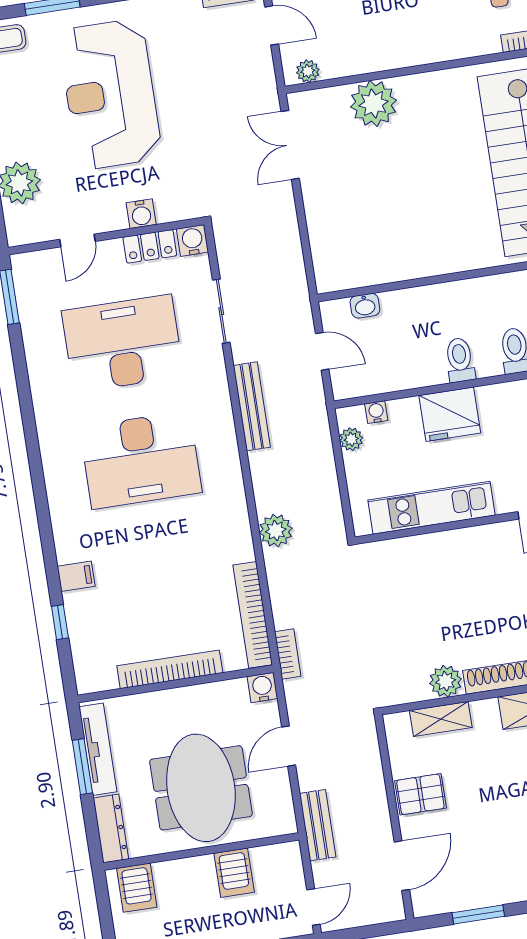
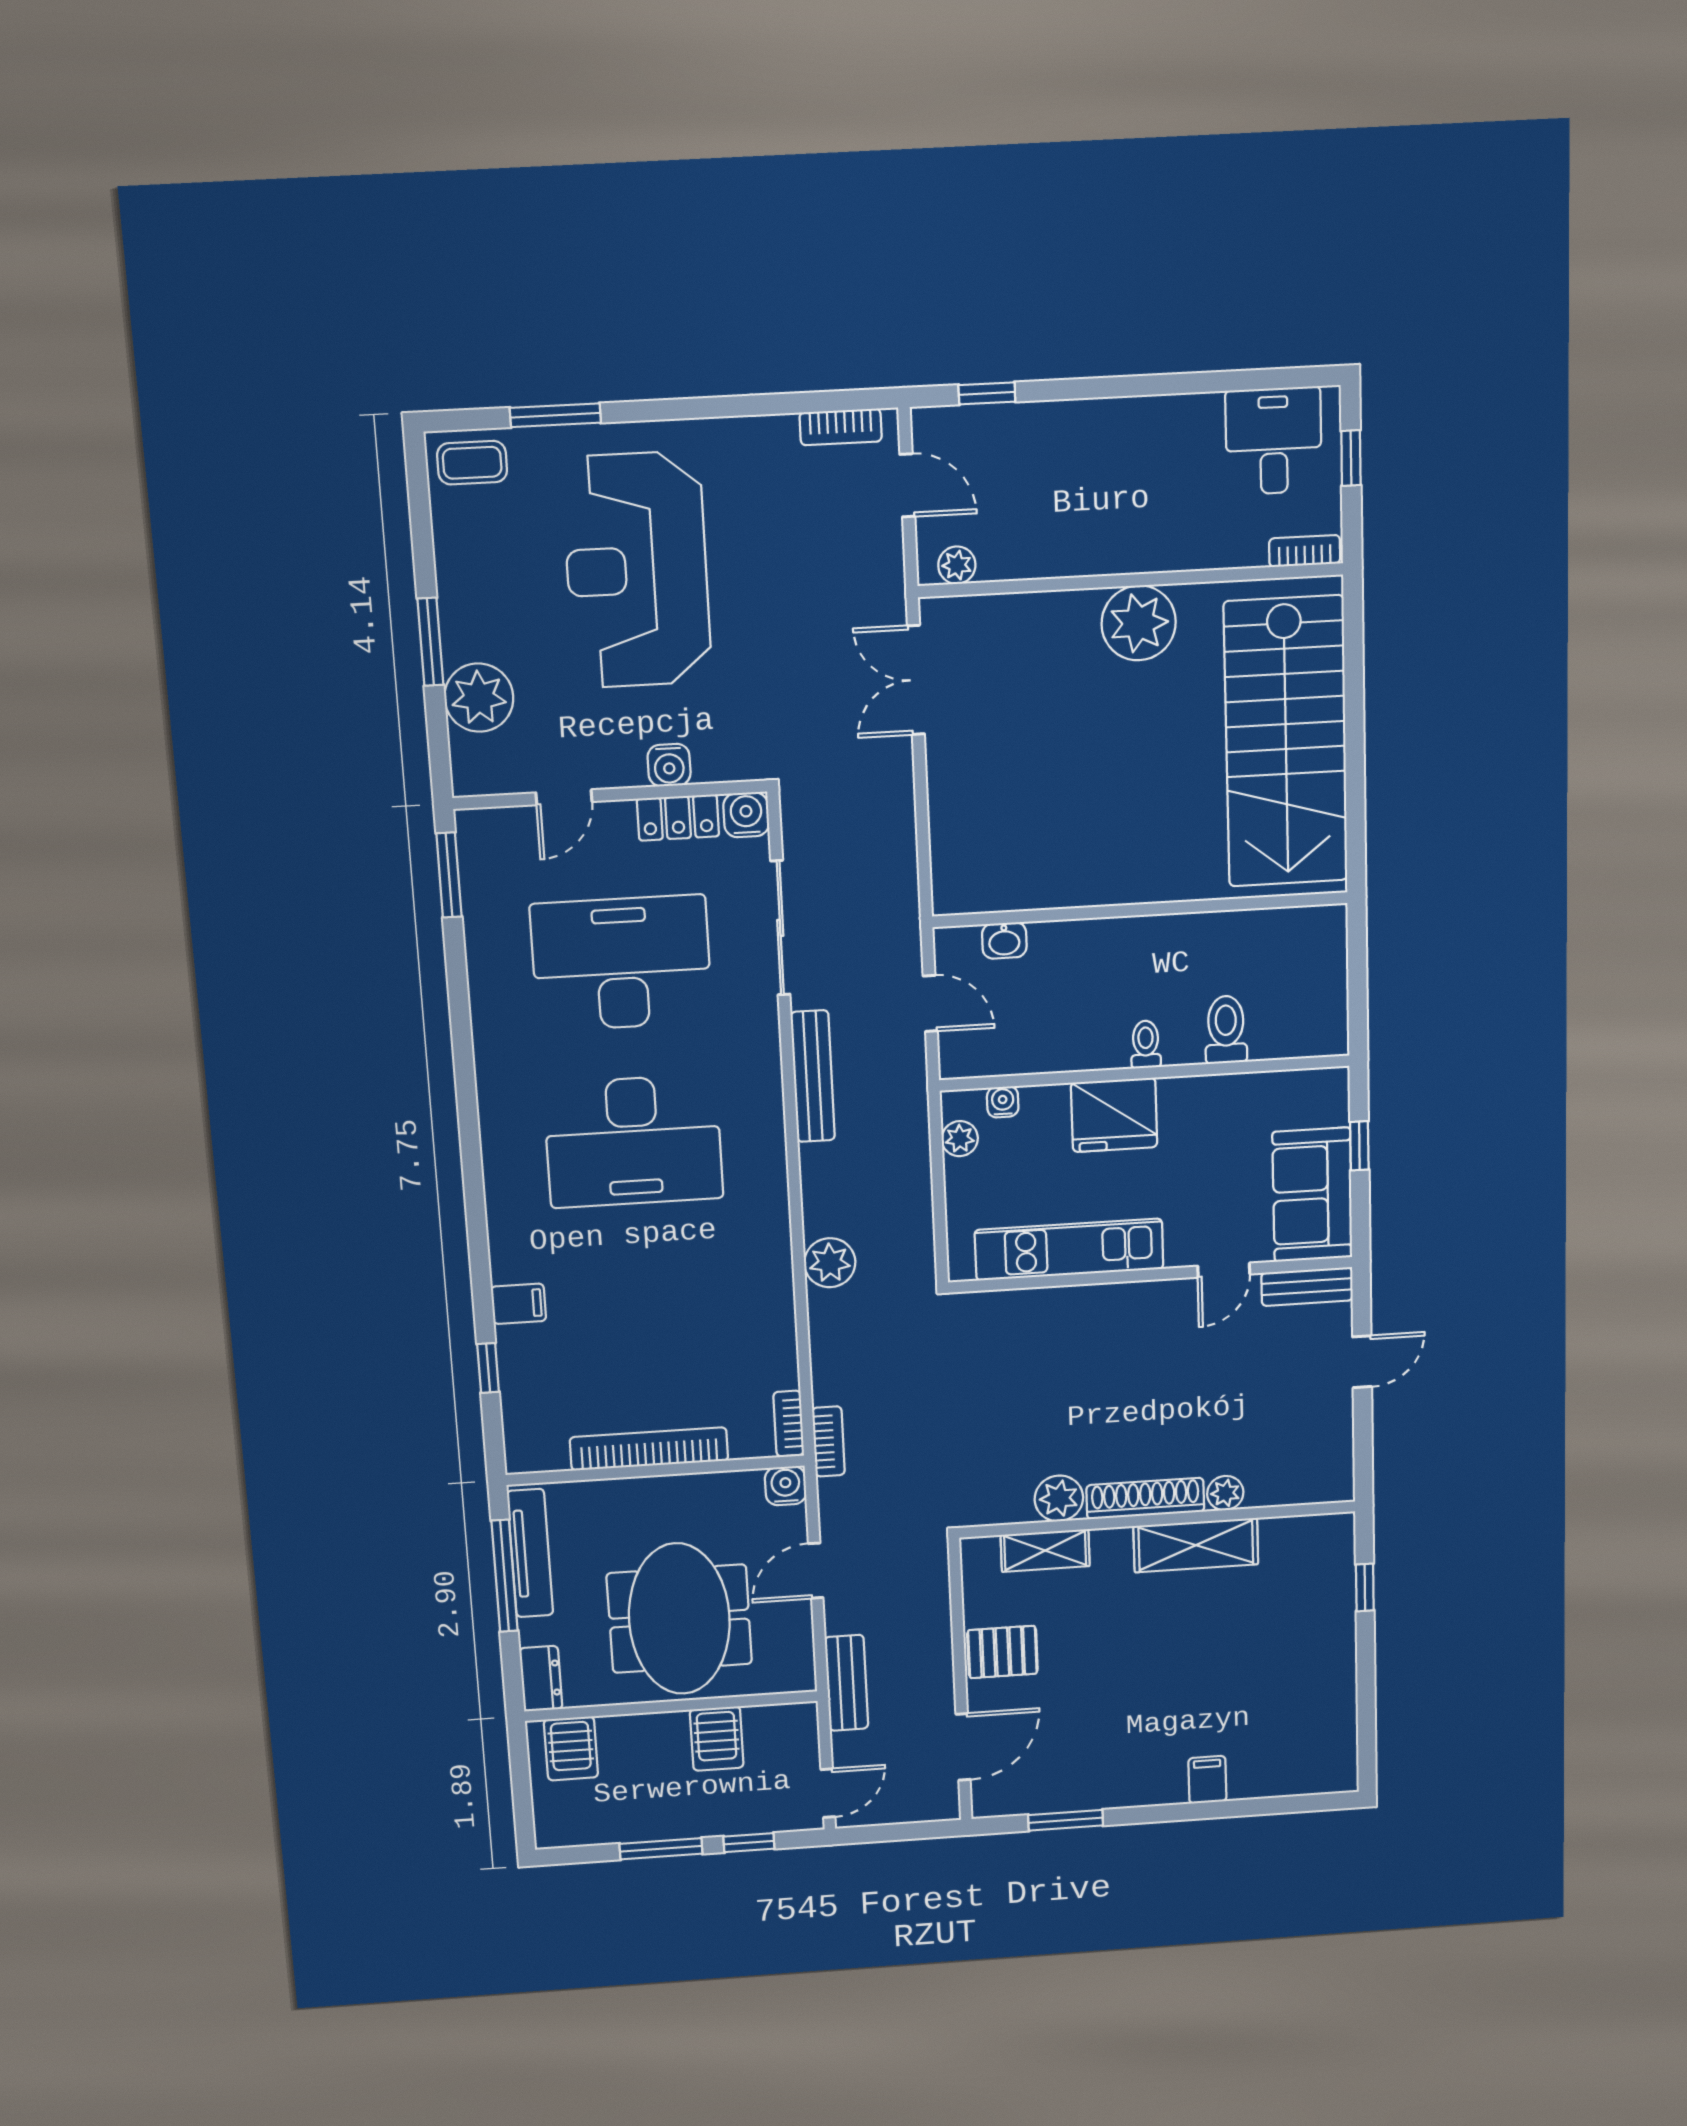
plant: (374, 104) -> (1139, 623), moved
sliding door: (221, 311) -> (780, 928), width x1.37
toilet: (460, 360) -> (1146, 1044), width x0.73, depth x0.72
bookcase: (253, 615) -> (789, 1424), width x0.43, depth x0.76
window: (82, 767) -> (505, 1576), width x1.44
dresser: (111, 829) -> (541, 1679), width x0.70

